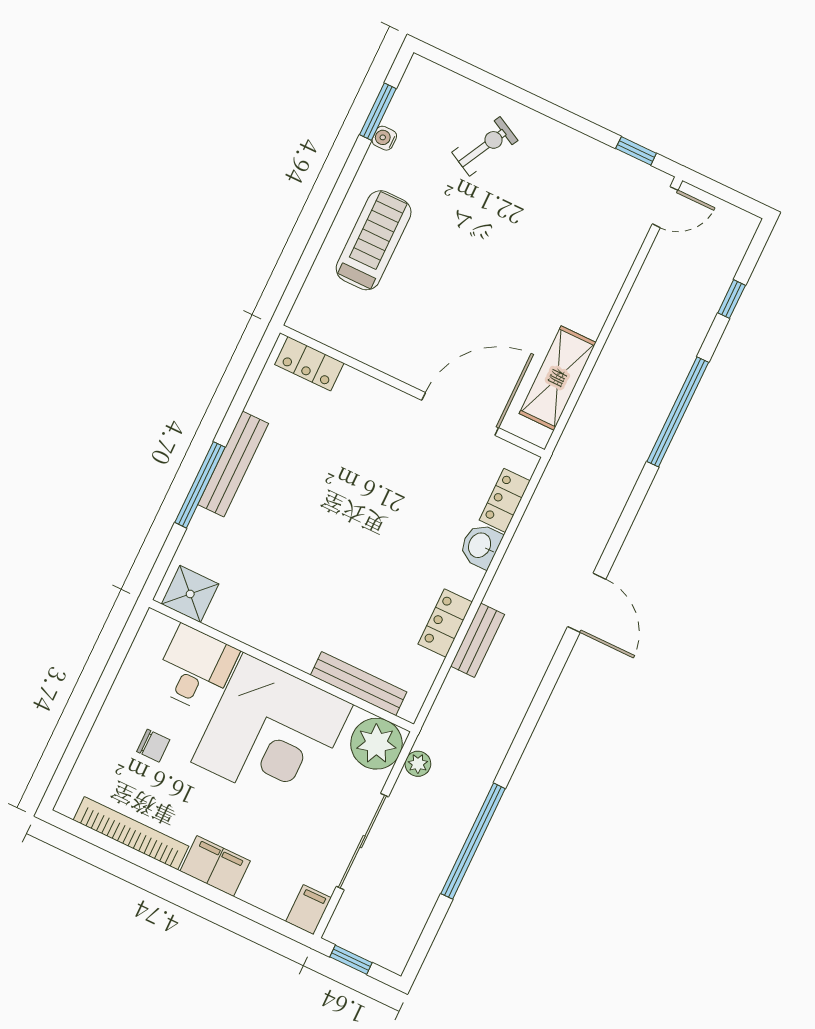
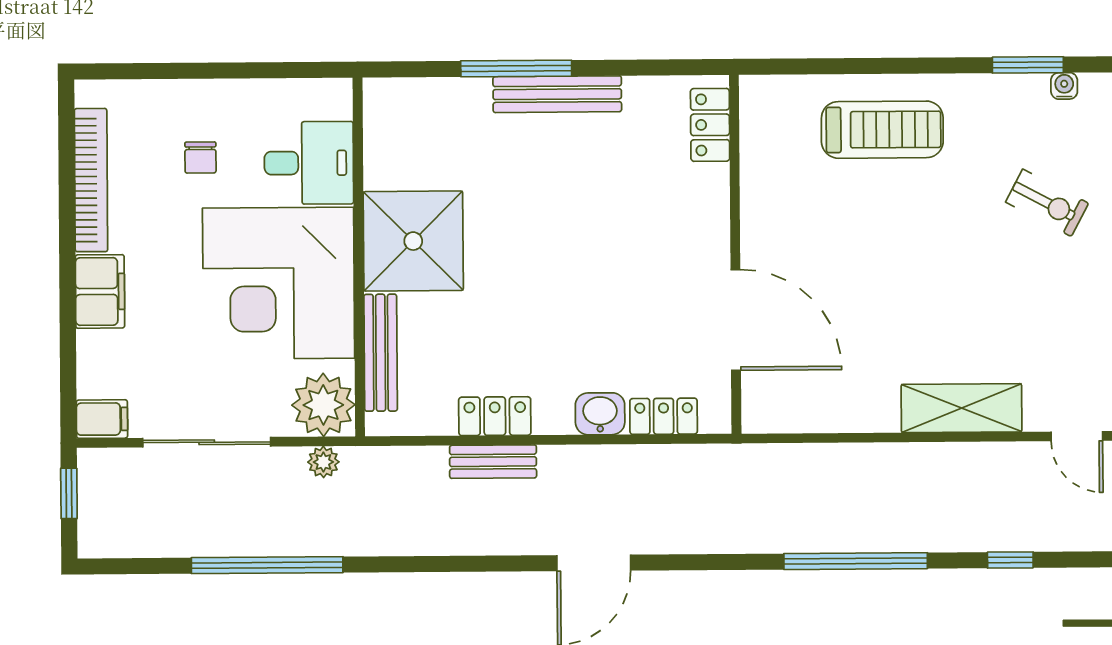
water cooler: (384, 138) -> (1064, 86), moved
shelving: (558, 378) -> (962, 408), moved
shower: (190, 594) -> (413, 241), moved, width x1.86, depth x1.86

